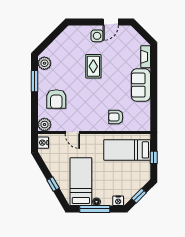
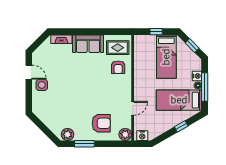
rug: (93, 66) -> (118, 48), moved
bed: (127, 150) -> (166, 57), moved
nightstand: (118, 201) -> (197, 76), moved

